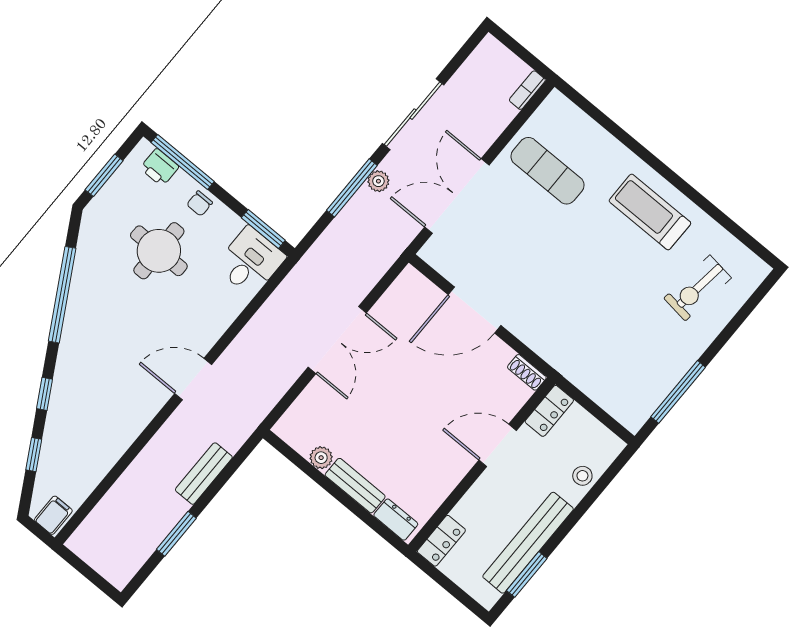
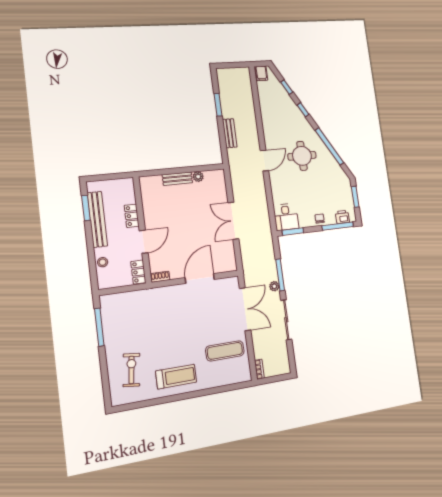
round table: (159, 251) -> (302, 156), moved
dresser: (396, 520) -> (152, 181), removed
locker: (441, 541) -> (132, 216), moved

